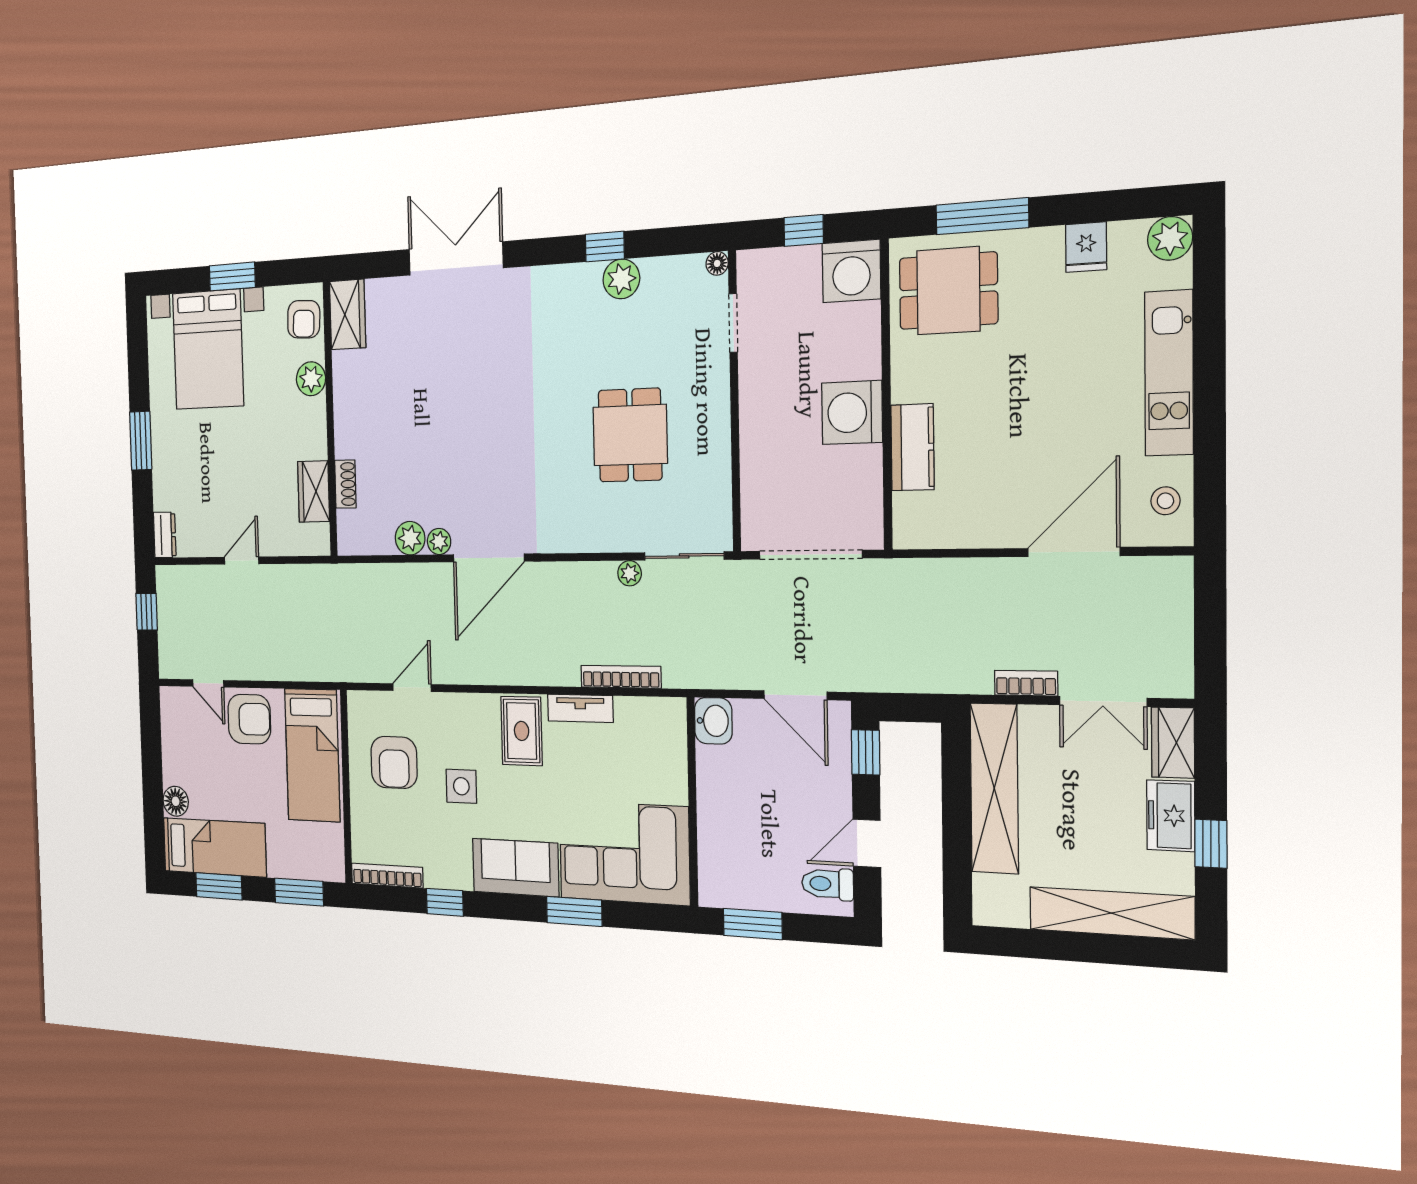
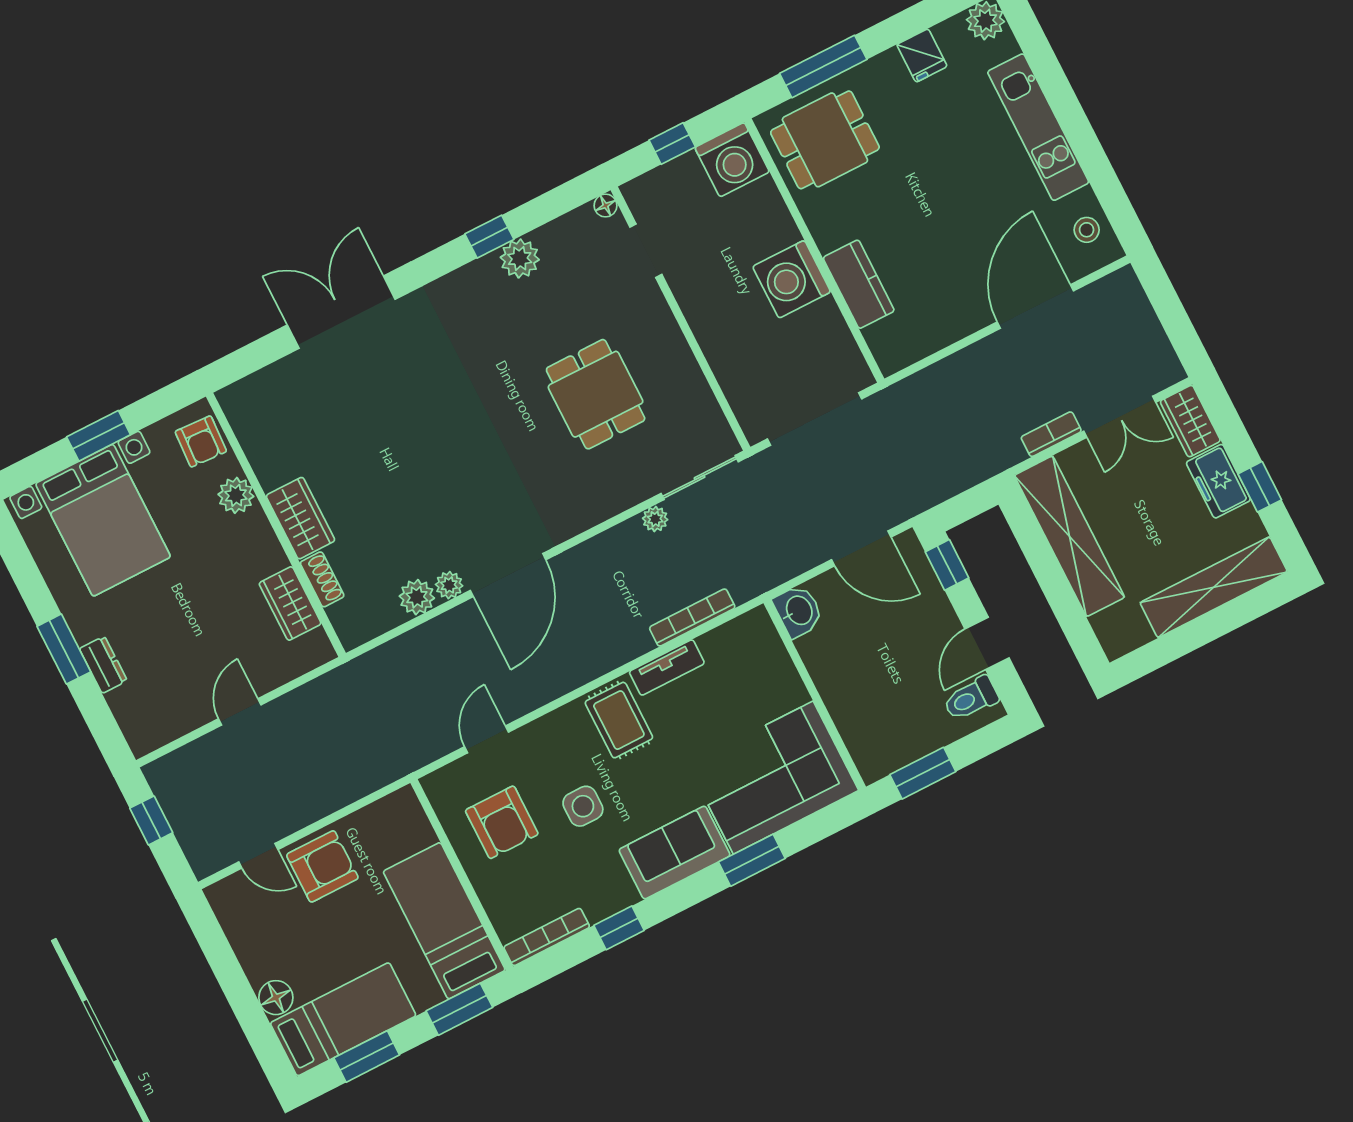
wardrobe: (348, 315) -> (300, 518), moved
dresser: (165, 535) -> (103, 665), moved
bed: (312, 755) -> (444, 921), moved, turned 180

